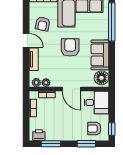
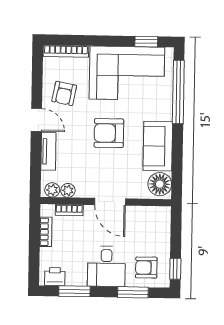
armchair: (70, 47) -> (109, 133), turned -90
desk: (96, 103) -> (106, 266), moved, turned 90

